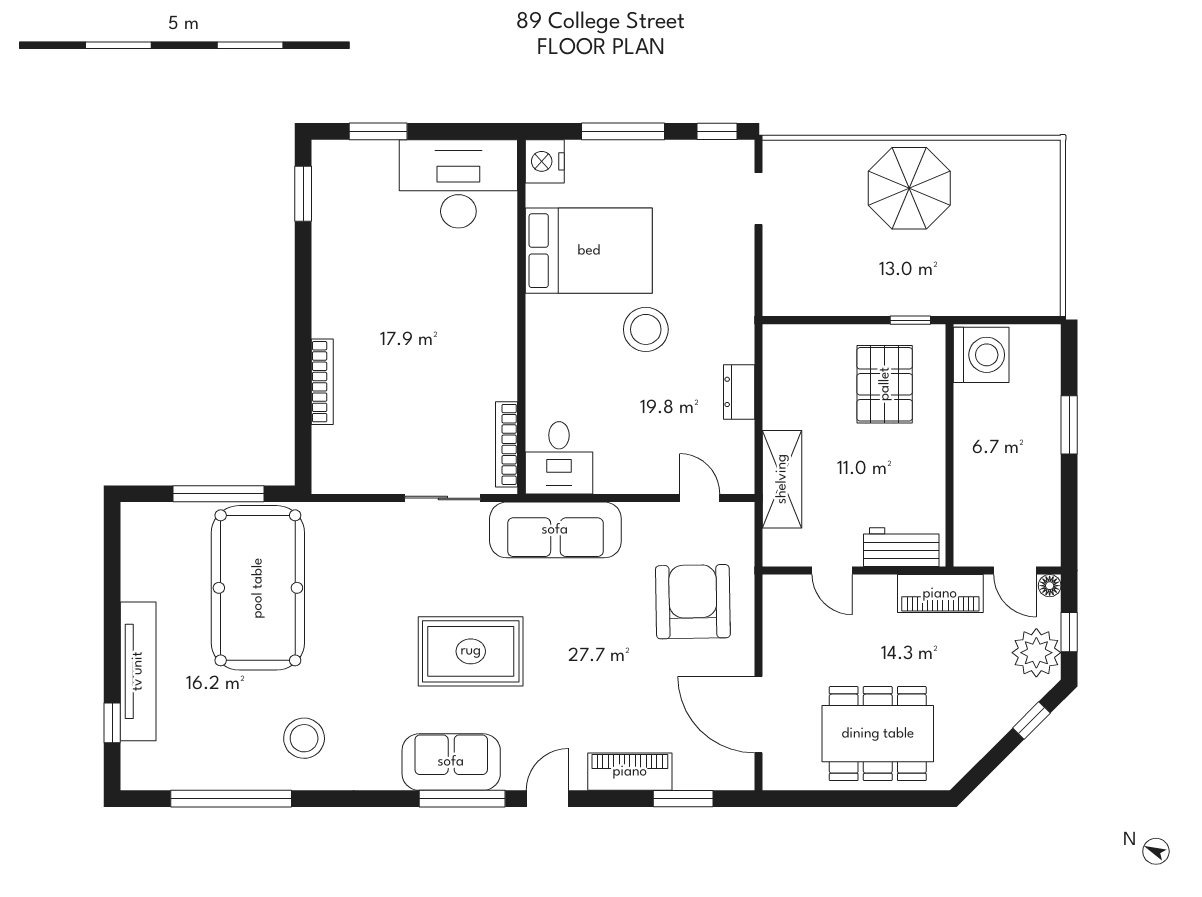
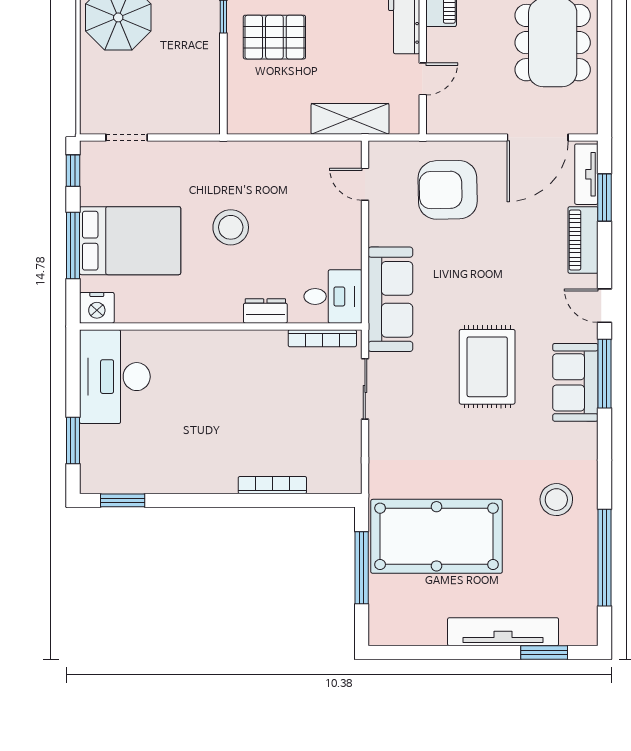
bed: (589, 251) -> (130, 241), moved, turned 90
dresser: (739, 392) -> (265, 311), moved, turned 180
door: (700, 498) -> (365, 184), hinge flipped
window: (112, 723) -> (544, 652), width x1.50
tv unit: (713, 776) -> (586, 174), added

